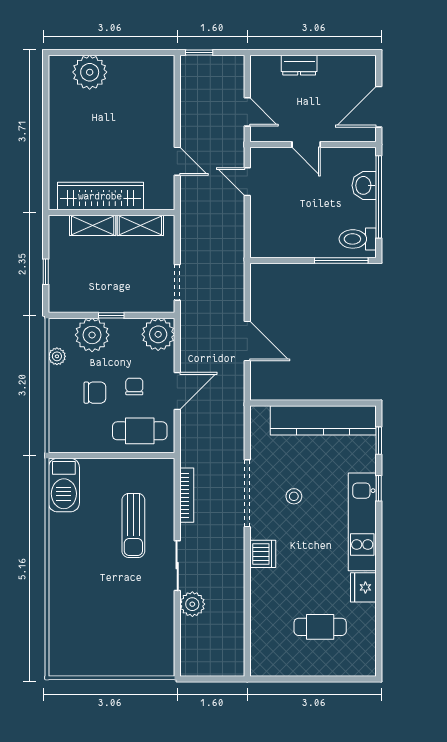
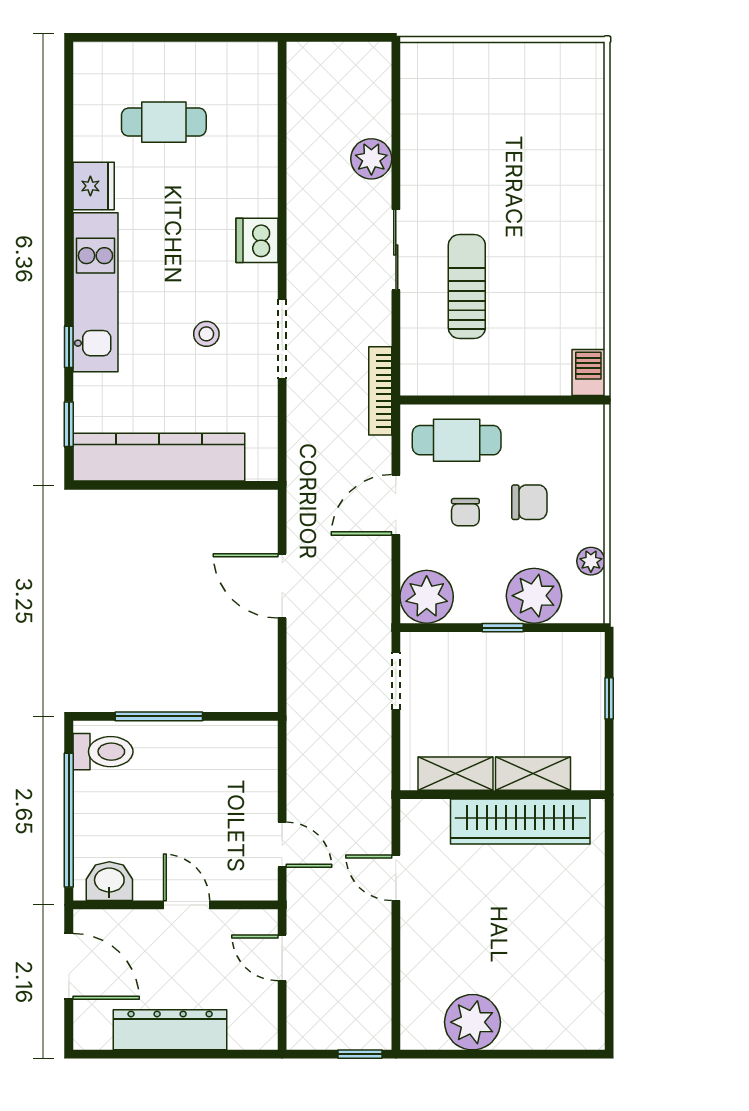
dresser: (299, 65) -> (170, 1030), width x1.96, depth x1.24
plant: (90, 72) -> (472, 1022), moved
door: (379, 107) -> (69, 966), hinge flipped
washbasin: (364, 185) -> (109, 881), moved, turned -90
window: (341, 261) -> (159, 716), moved
chair: (95, 393) -> (529, 502), turned 180
barbecue: (64, 485) -> (588, 373), width x0.53, depth x0.65
doorway: (247, 493) -> (282, 339), width x0.73
bookcase: (187, 495) -> (380, 391), moved
sliding door: (177, 566) -> (396, 250), moved

